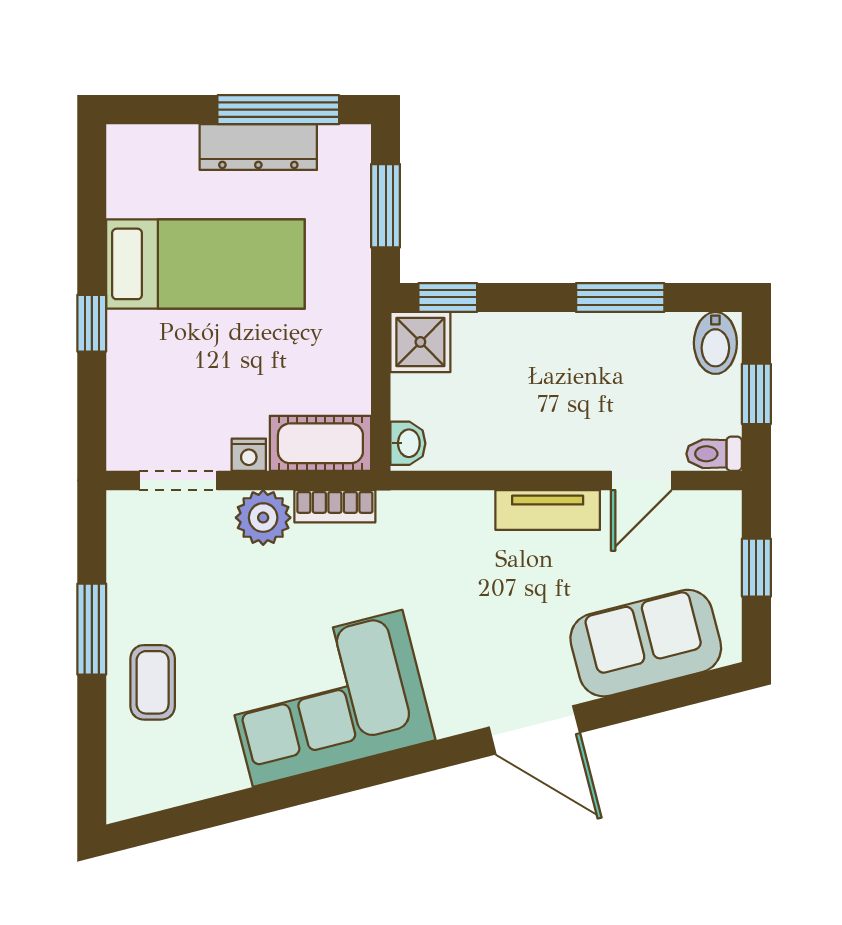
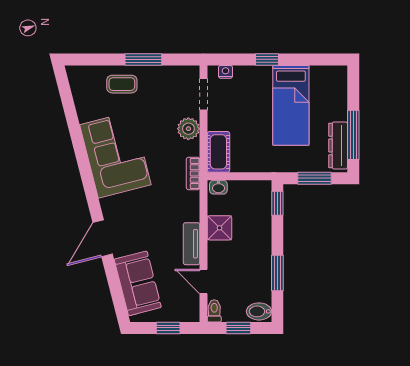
dresser: (258, 147) -> (338, 145), moved
shower: (420, 342) -> (219, 228), moved
nightstand: (249, 455) -> (226, 72), moved, turned 90
bookcase: (335, 506) -> (193, 173), moved

